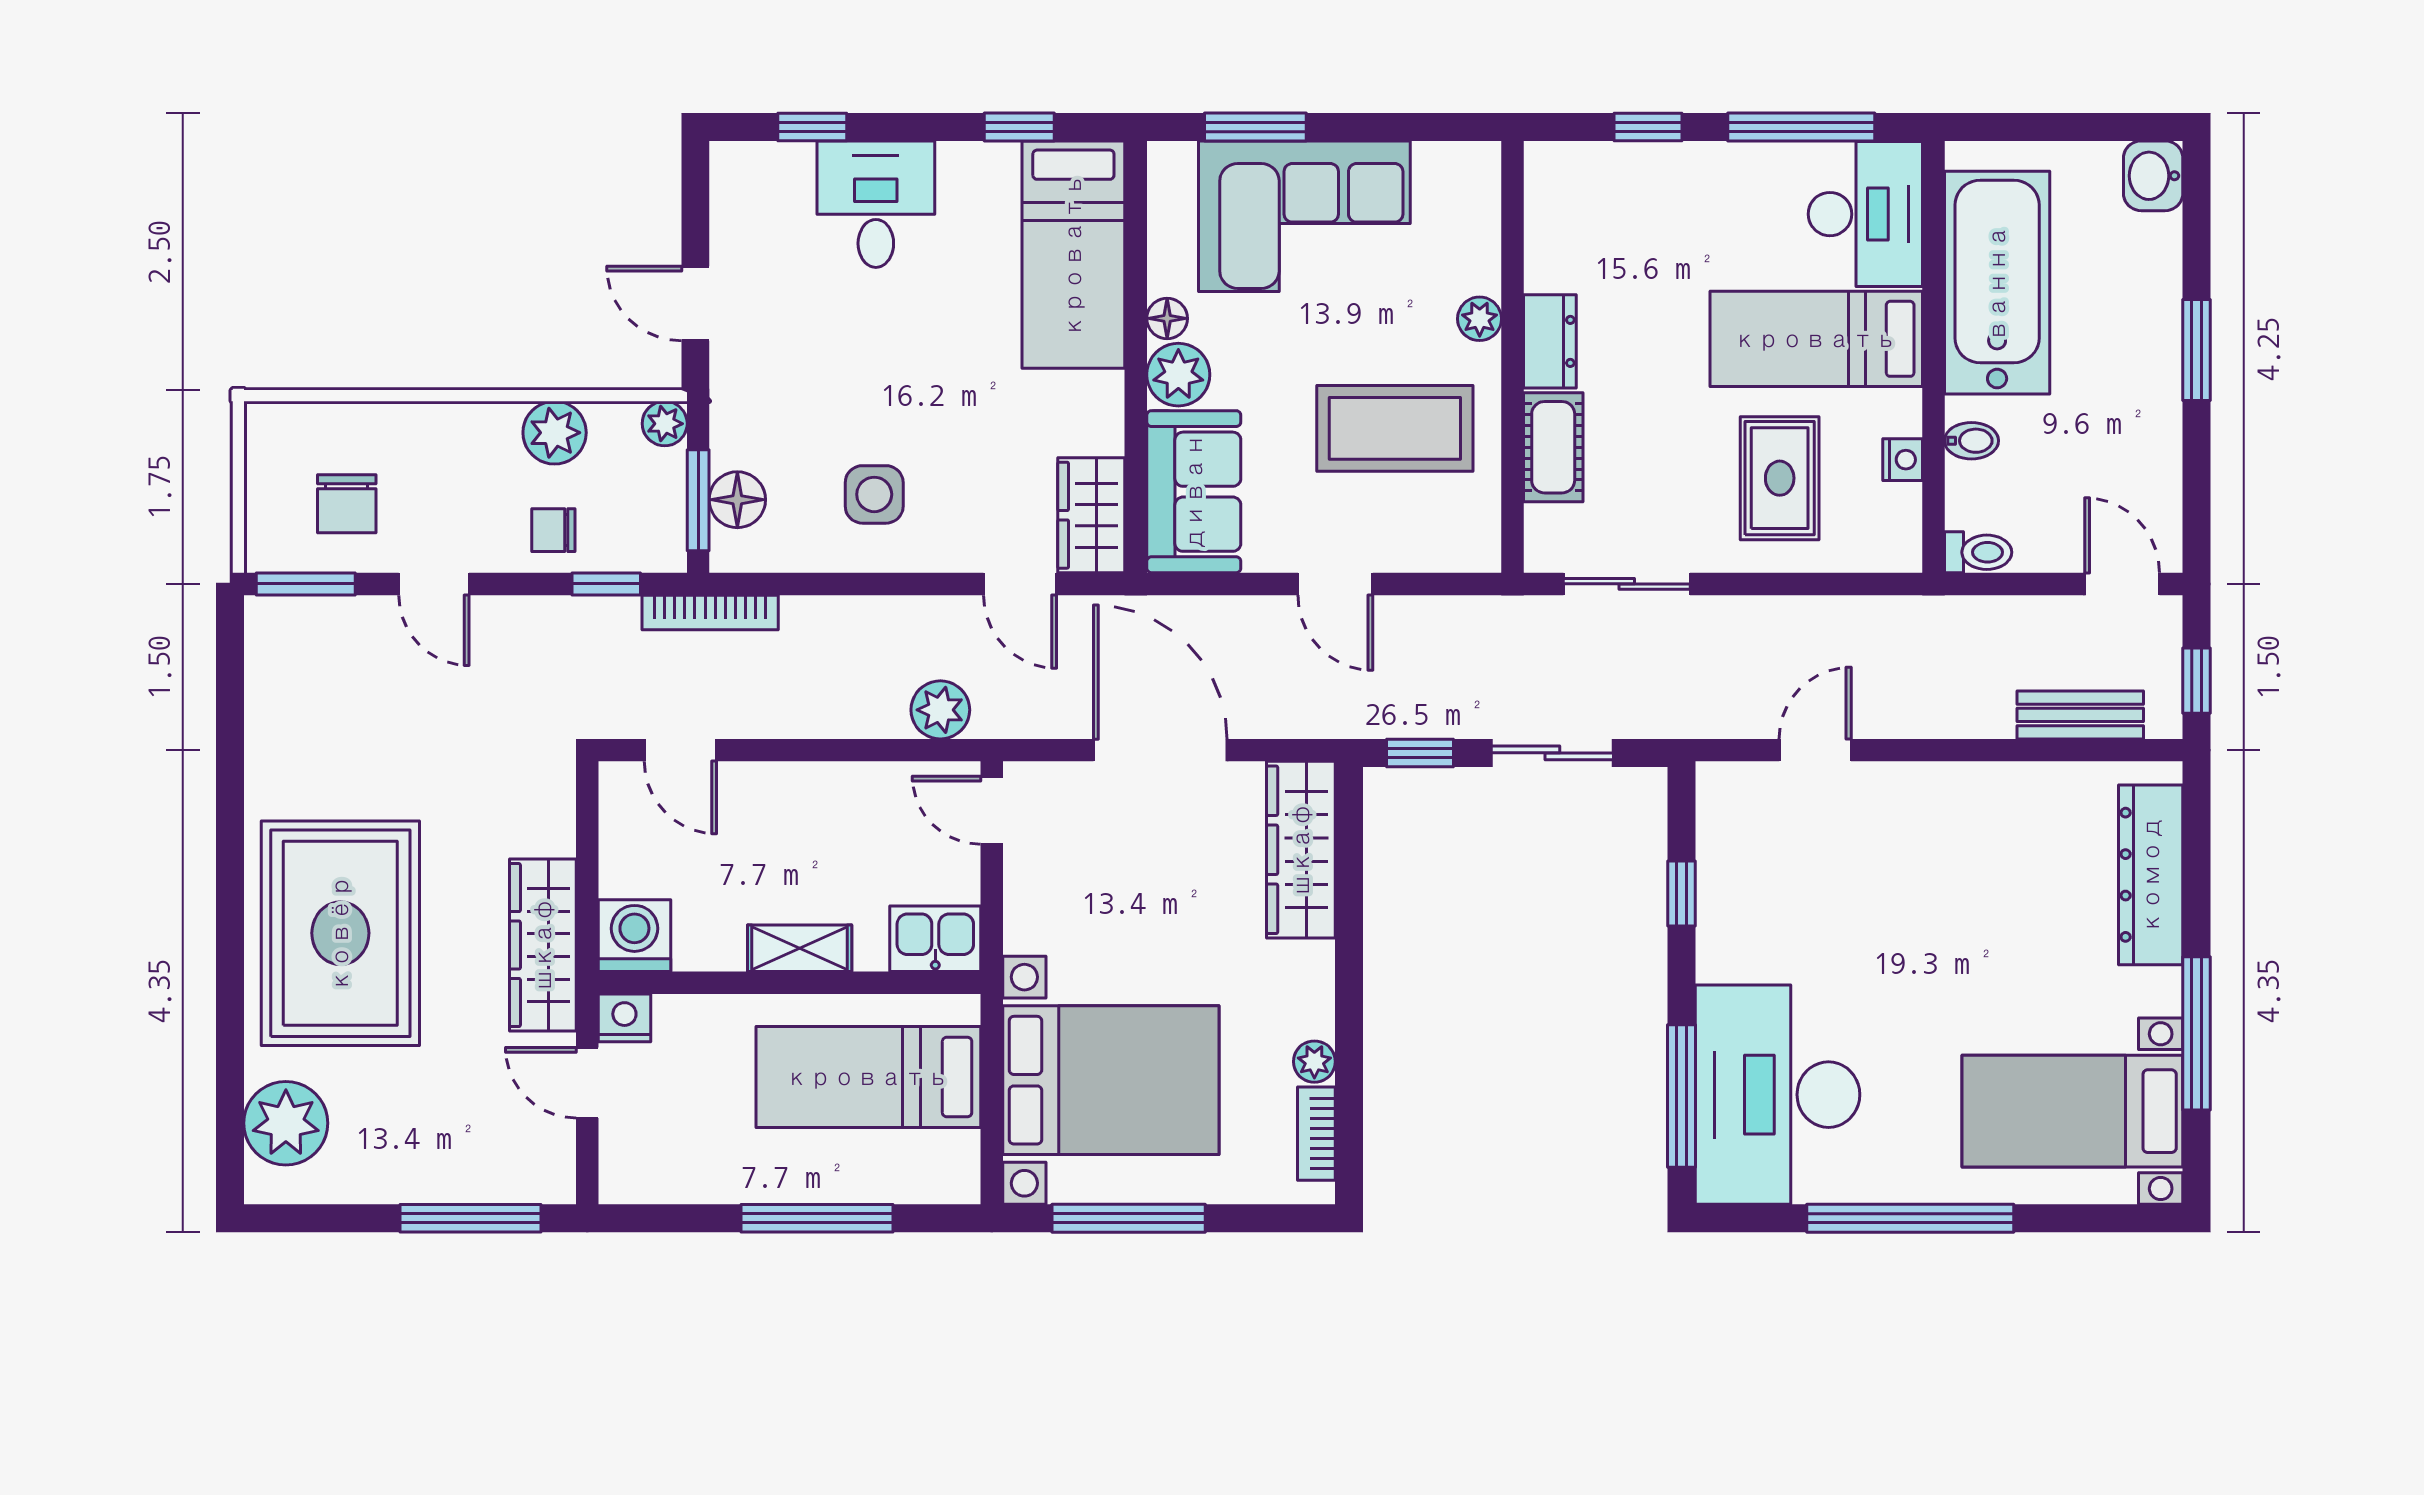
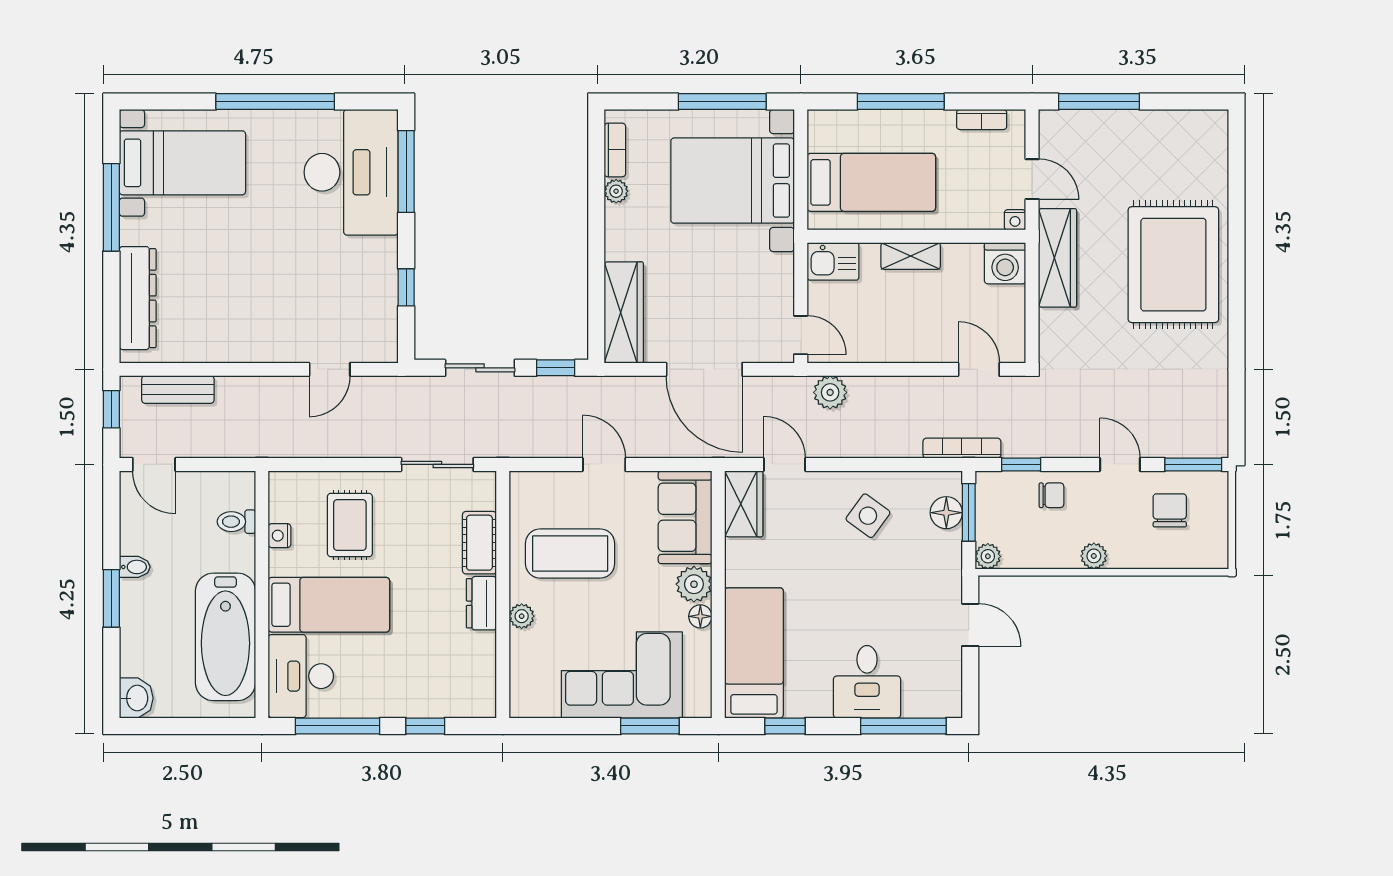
window: (812, 127) -> (903, 726), width x2.17
plant: (555, 433) -> (1094, 556), moved, width x0.73, depth x0.73
bidet: (1971, 441) -> (135, 567), moved, turned 180
side table: (874, 494) -> (868, 516), turned 36
toilet: (1978, 552) -> (236, 522), moved
nightstand: (624, 1018) -> (1015, 220), width x0.72, depth x0.74
plant: (286, 1123) -> (1205, 156), removed
bookcase: (675, 1187) -> (982, 120), added

